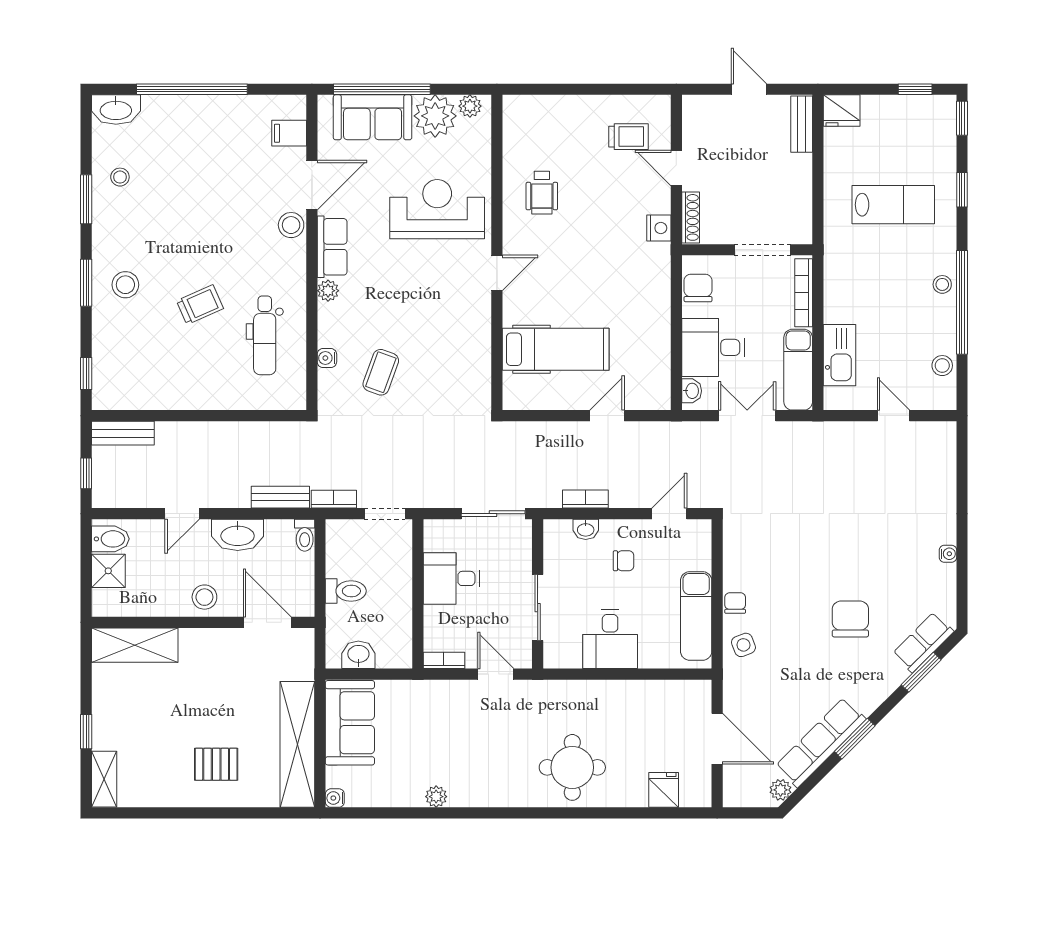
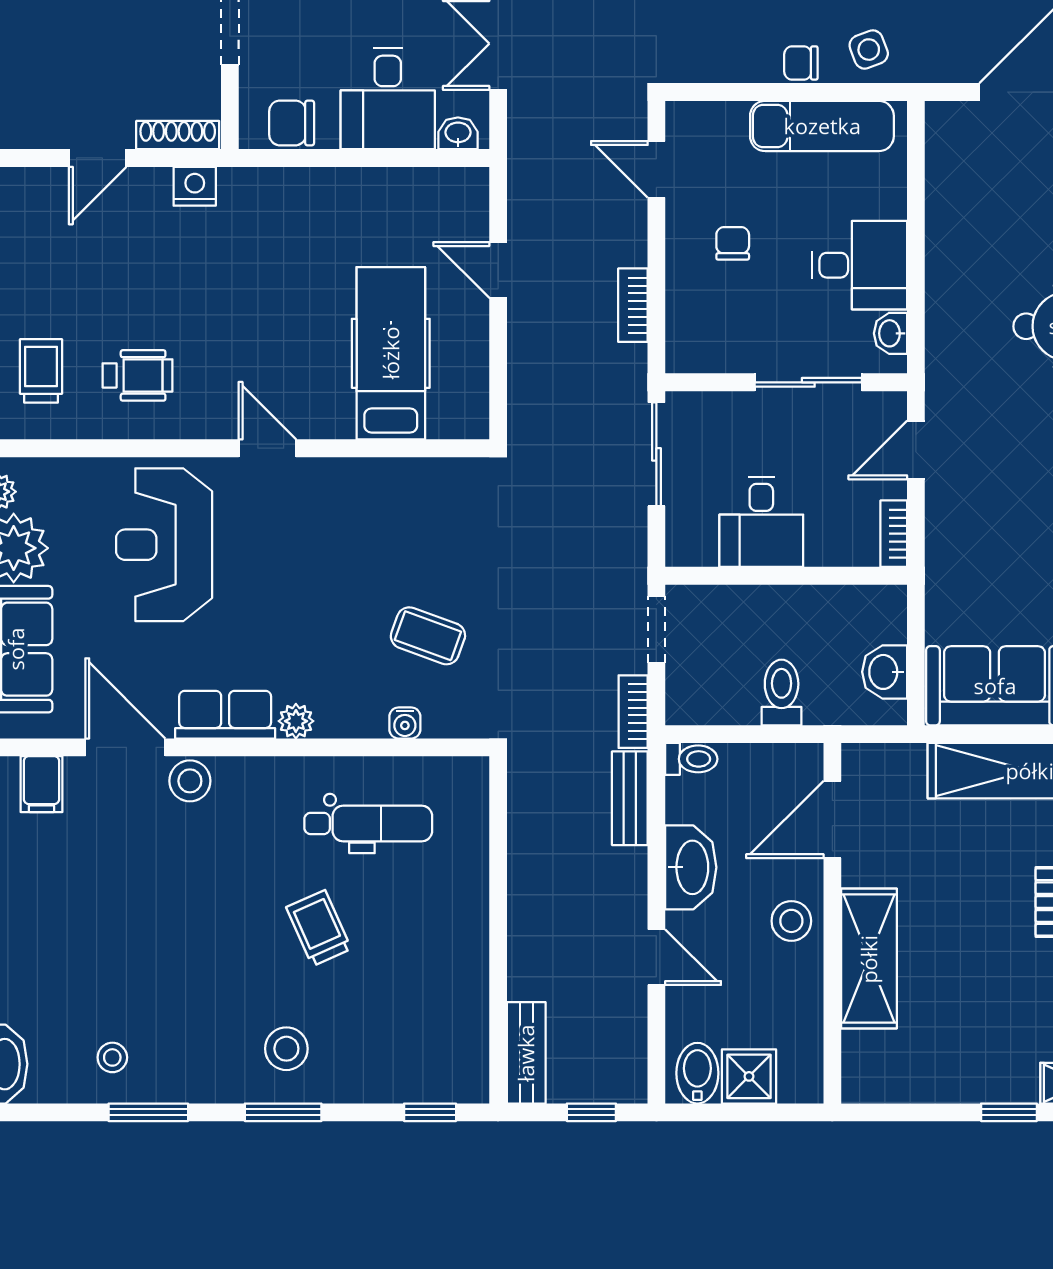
trolley: (629, 137) -> (41, 371), moved
washbasin: (586, 529) -> (891, 333), moved, turned 180
shelving: (135, 645) -> (869, 959), moved

